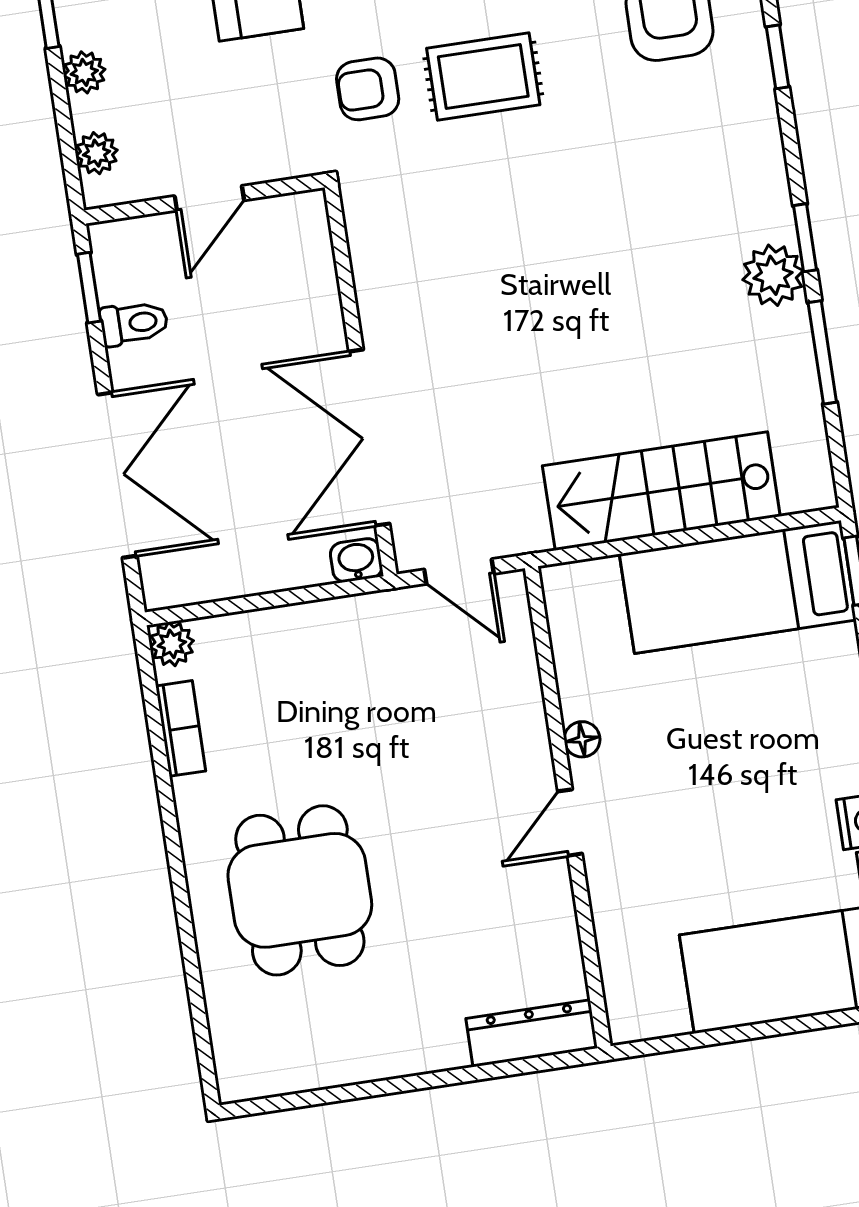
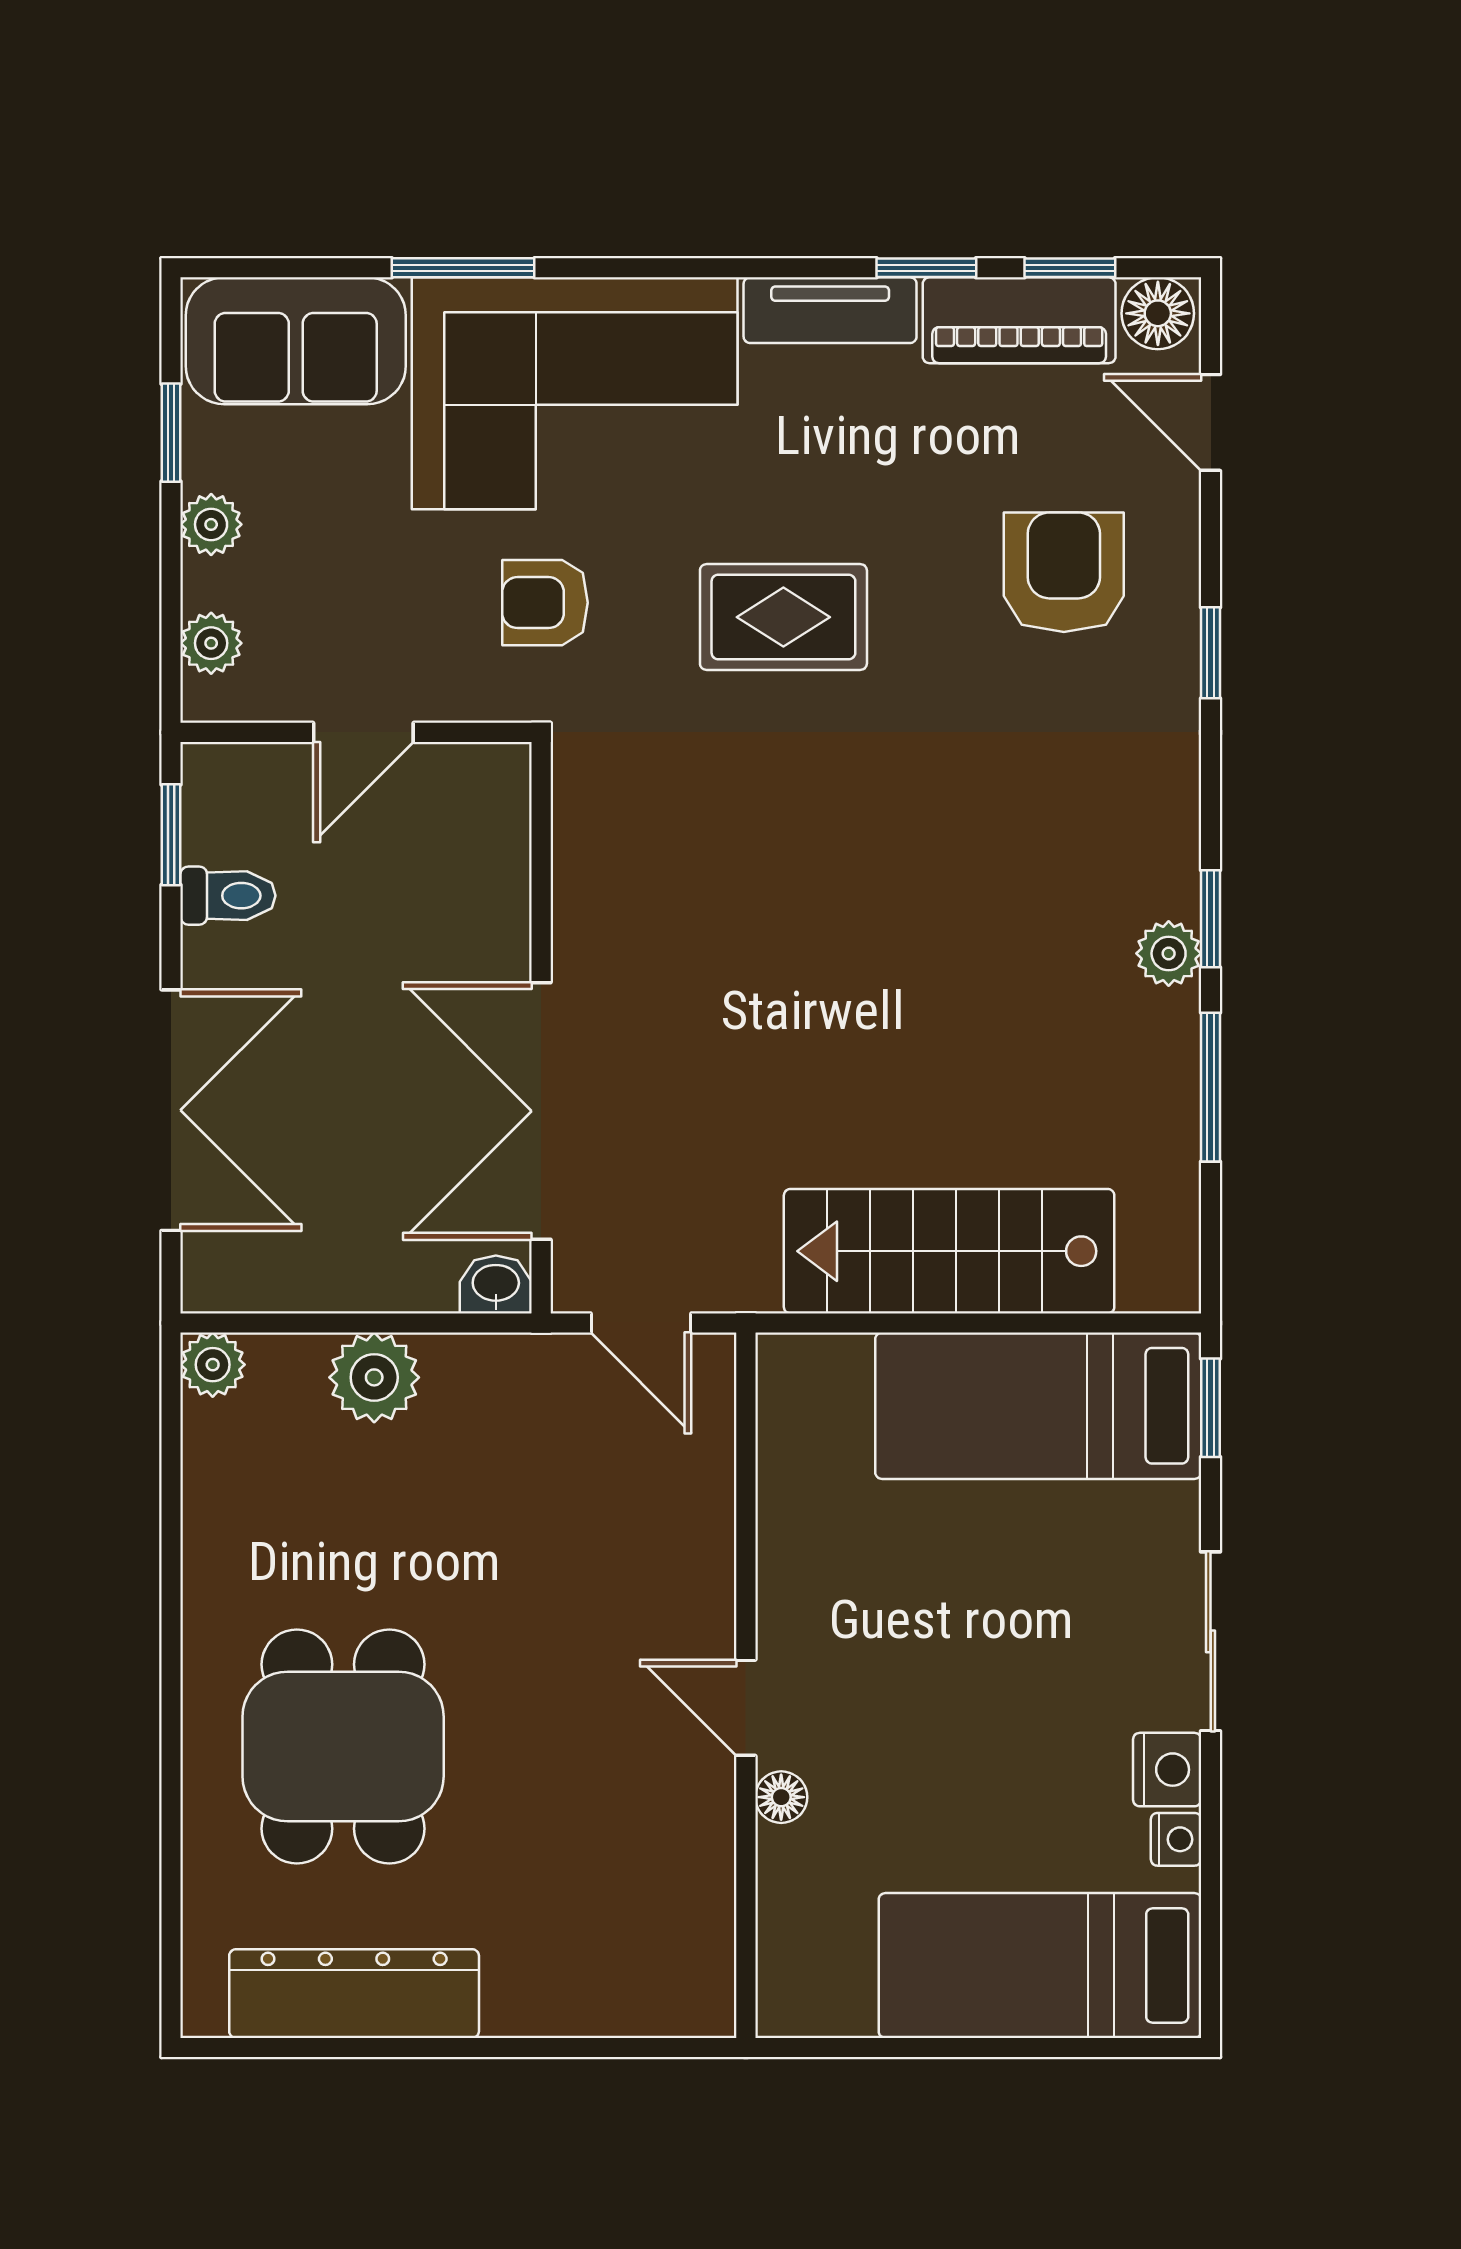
armchair: (368, 89) -> (545, 603), moved
plant: (773, 275) -> (1169, 953), width x0.73, depth x0.73
plant: (283, 636) -> (374, 1377), added
bookcase: (181, 728) -> (207, 1488), removed
floor lamp: (582, 739) -> (781, 1797), moved
door: (570, 823) -> (746, 1708), hinge flipped
dresser: (532, 1033) -> (354, 1994), moved, width x1.37, depth x1.24

